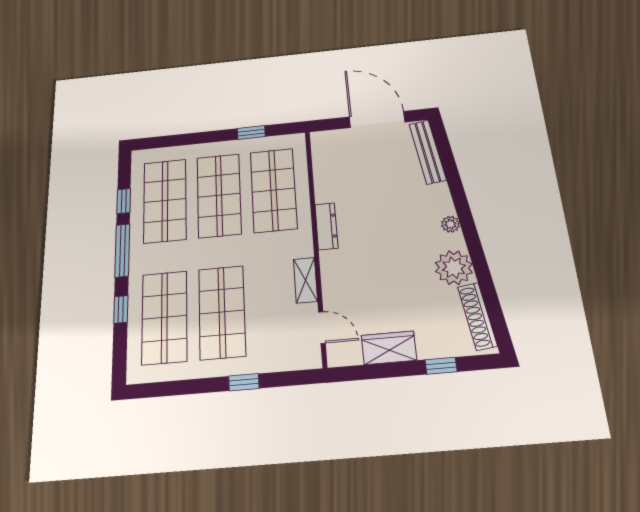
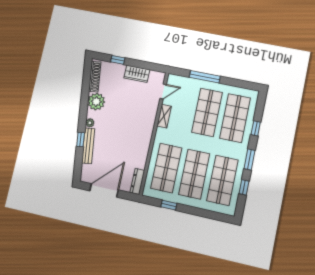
door: (377, 119) -> (104, 190), swing flipped
bench: (428, 152) -> (88, 146), moved
window: (457, 189) -> (81, 139), added
dresser: (326, 226) -> (137, 181), moved
window: (122, 250) -> (250, 160), width x0.69
door: (322, 327) -> (163, 91), swing flipped
window: (244, 382) -> (205, 77), width x2.17

